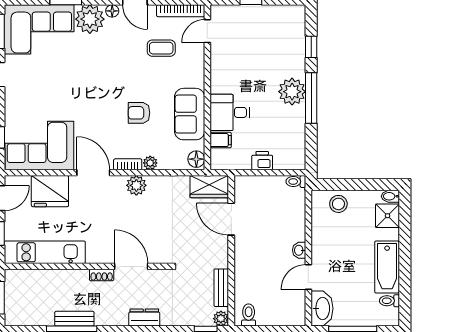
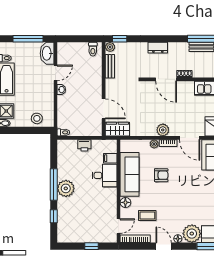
sofa: (190, 114) -> (130, 174), width x1.36
floor lamp: (196, 159) -> (125, 202), moved

